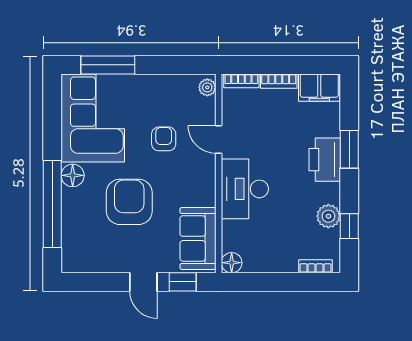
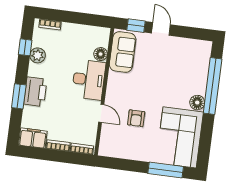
plant: (207, 87) -> (104, 147), removed
armchair: (129, 202) -> (163, 81), removed
floor lamp: (232, 263) -> (101, 54), moved

